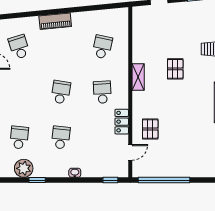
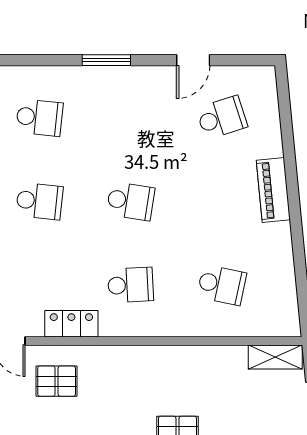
shelving: (138, 77) -> (275, 357), moved

